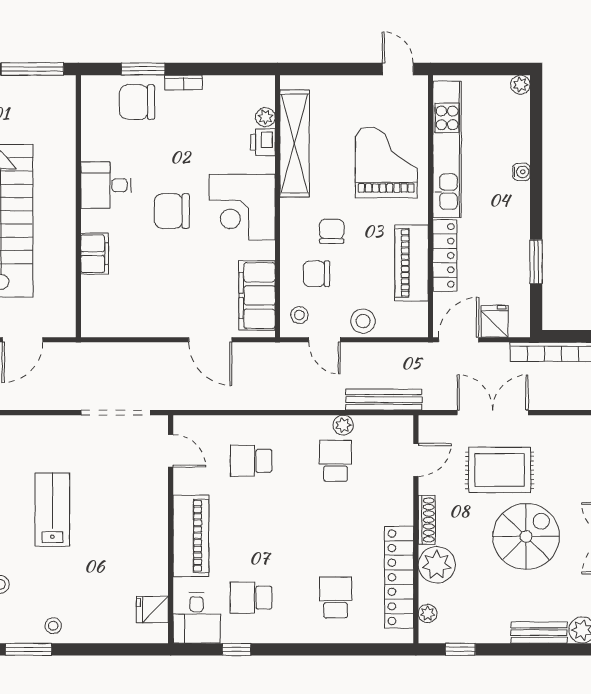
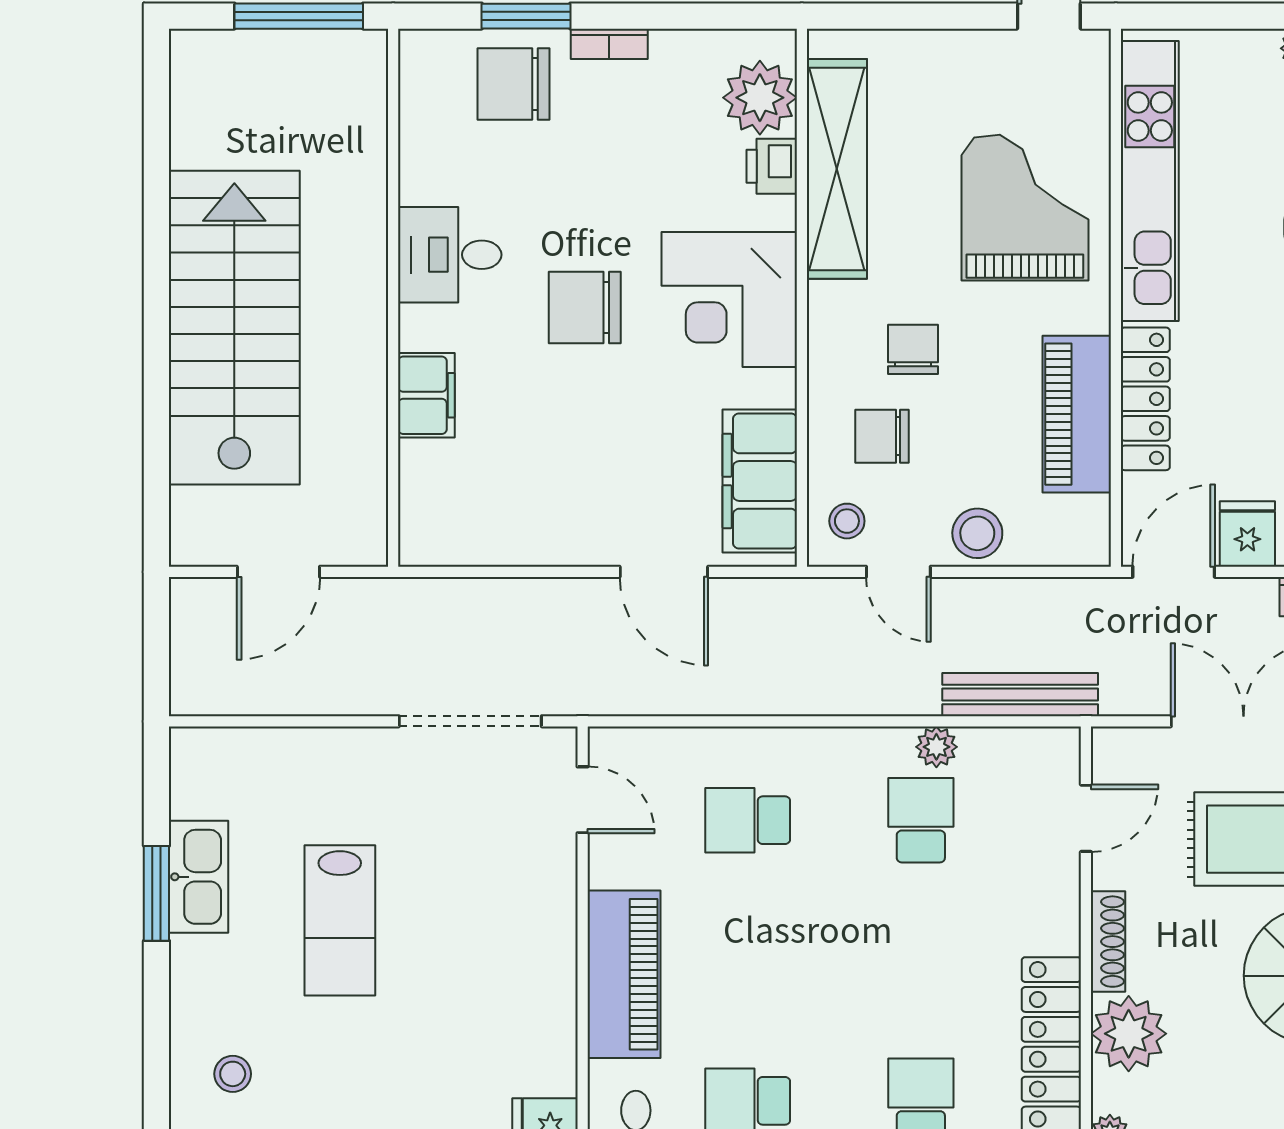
plant: (265, 117) -> (760, 98), width x1.87, depth x1.87
lab bench: (52, 510) -> (340, 920), turned 180

